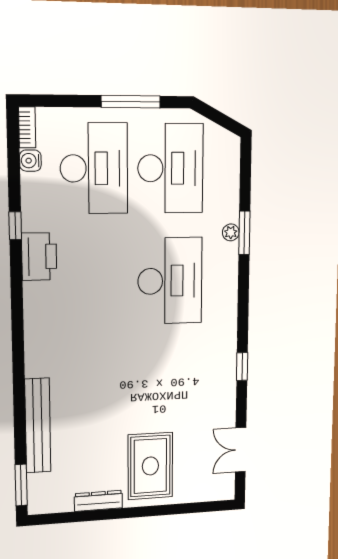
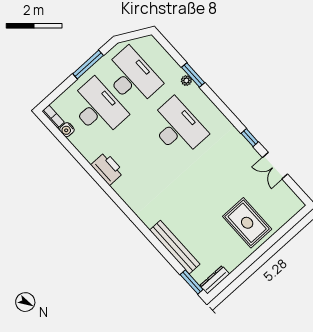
window: (15, 226) -> (85, 164), removed
double door: (241, 450) -> (275, 166), moved
dresser: (98, 501) -> (215, 280), moved

